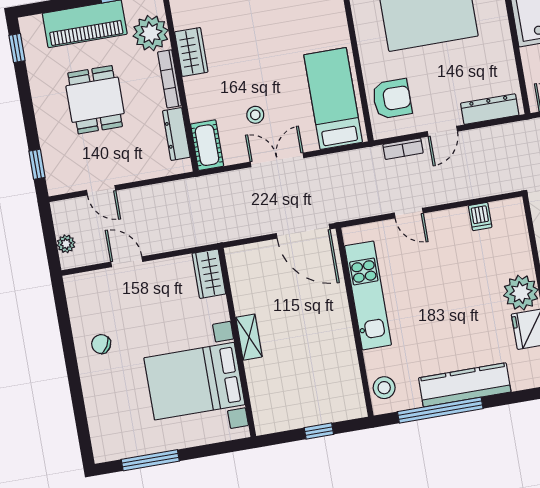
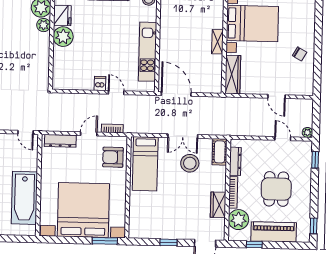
stool: (255, 115) -> (190, 163), width x1.89, depth x1.89
dishwasher: (480, 216) -> (100, 83), moved
plant: (66, 244) -> (307, 132), moved
wardrobe: (209, 274) -> (233, 75), width x1.50

